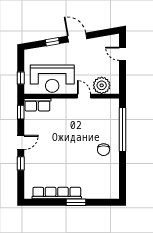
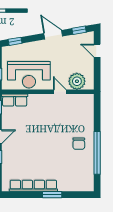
window: (104, 33) -> (79, 30), added
window: (52, 42) -> (15, 41), moved
window: (122, 129) -> (97, 153), moved

